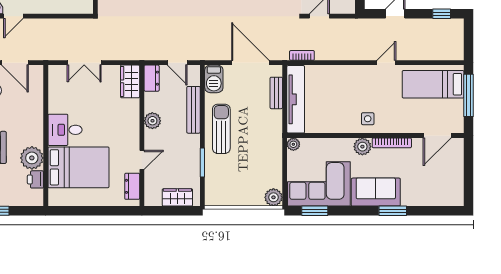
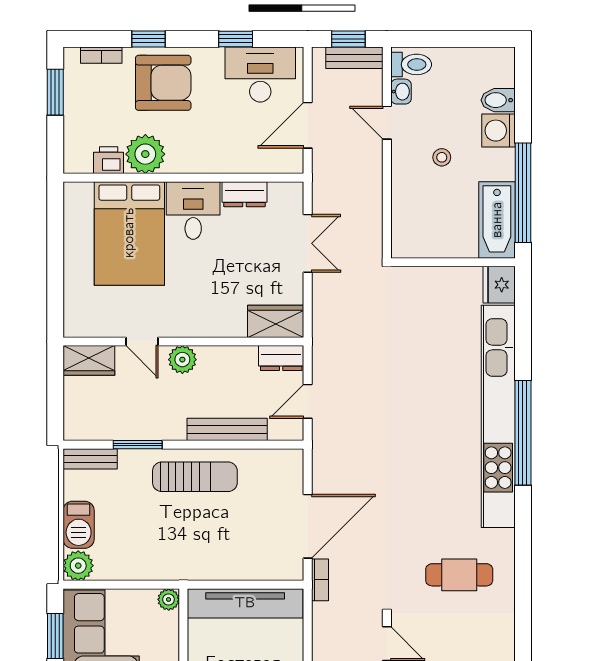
bookcase: (302, 55) -> (320, 580), moved
double door: (84, 63) -> (308, 243), swing flipped
barbecue: (214, 79) -> (79, 525), moved, turned -90
bench: (276, 93) -> (90, 459), moved
plant: (152, 121) -> (182, 360), moved
dresser: (132, 186) -> (244, 194), moved, turned 180
wardrobe: (177, 197) -> (89, 360), moved, turned 90

